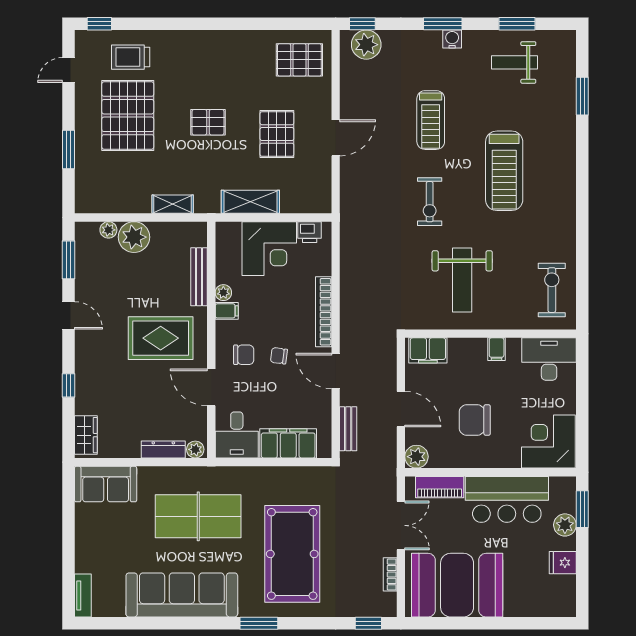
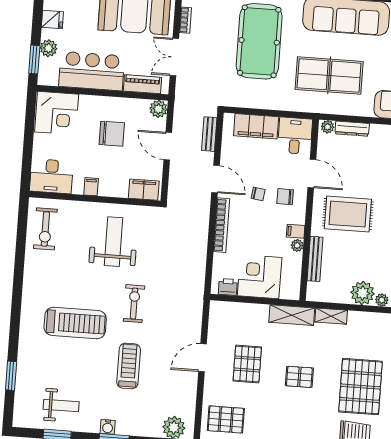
treadmill: (504, 171) -> (75, 323), turned 90
shelving: (250, 202) -> (292, 315), moved

